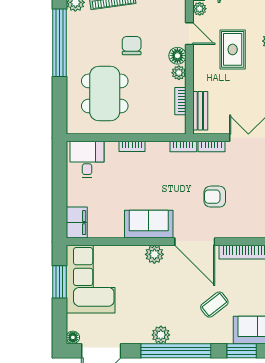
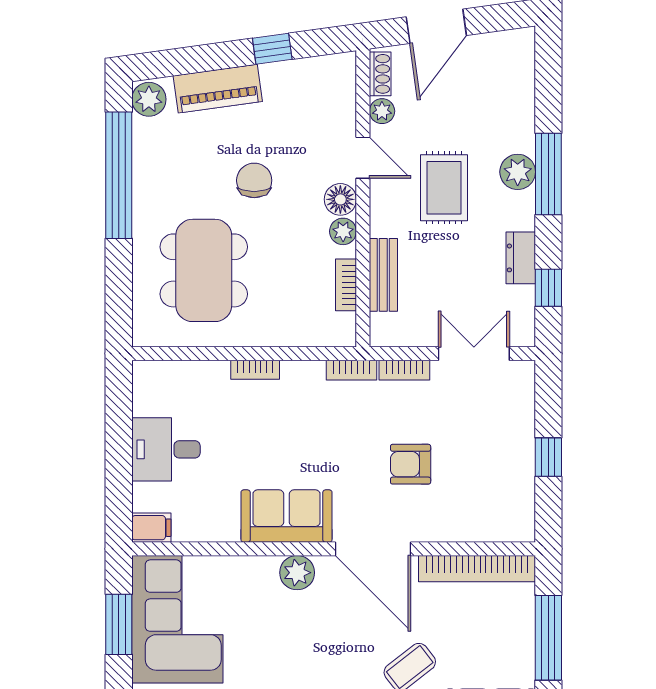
bench: (200, 111) -> (383, 275), moved
desk: (87, 159) -> (166, 449), moved, turned -90
filing cabinet: (77, 223) -> (151, 528), width x0.50

